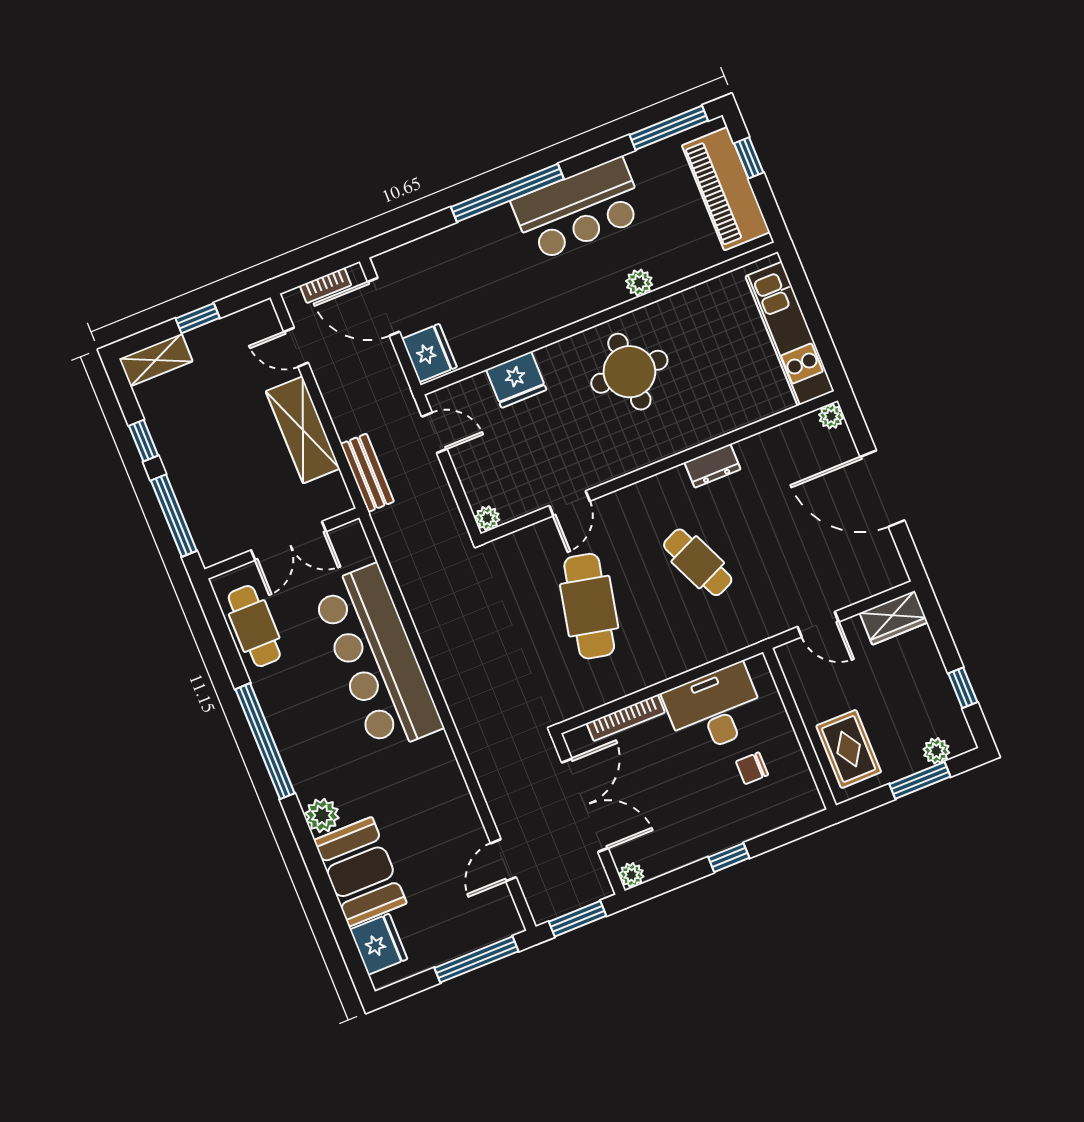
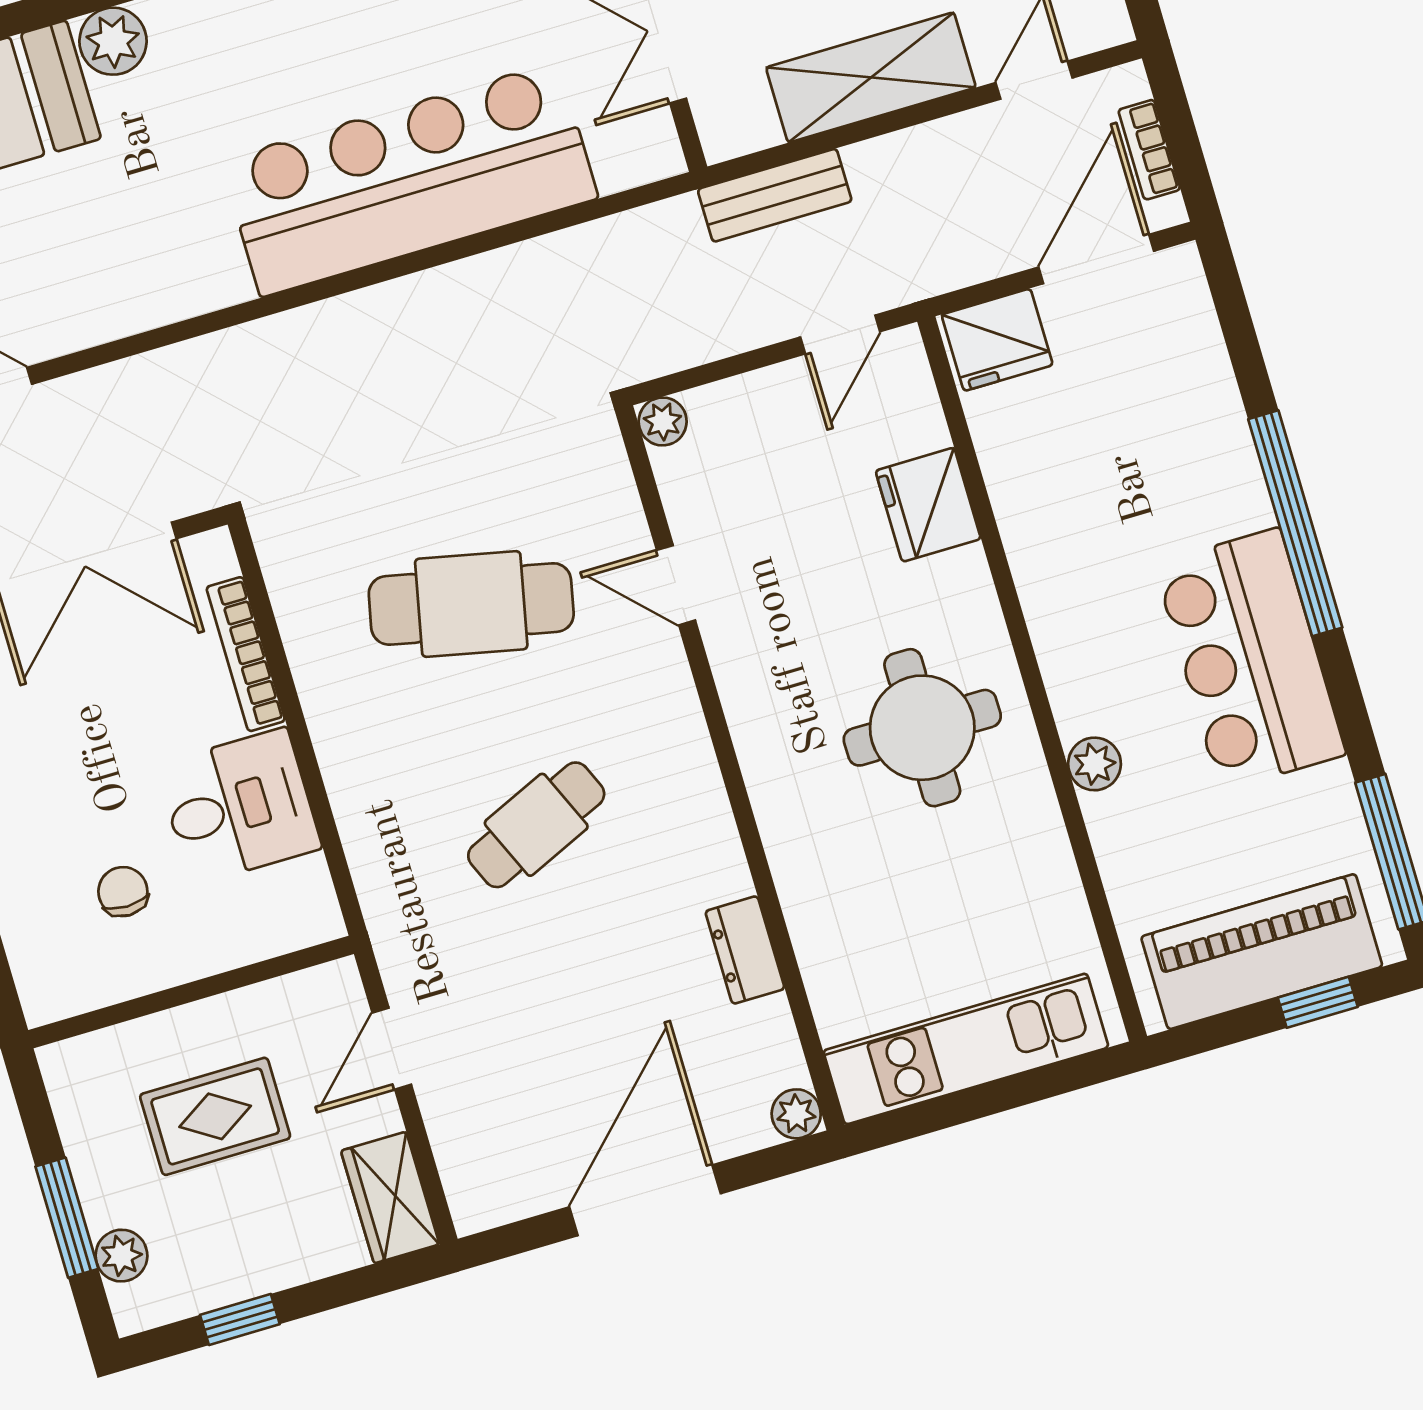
dresser: (713, 466) -> (745, 950), moved
desk: (714, 709) -> (239, 807), width x0.73
rug: (849, 749) -> (215, 1116), moved

